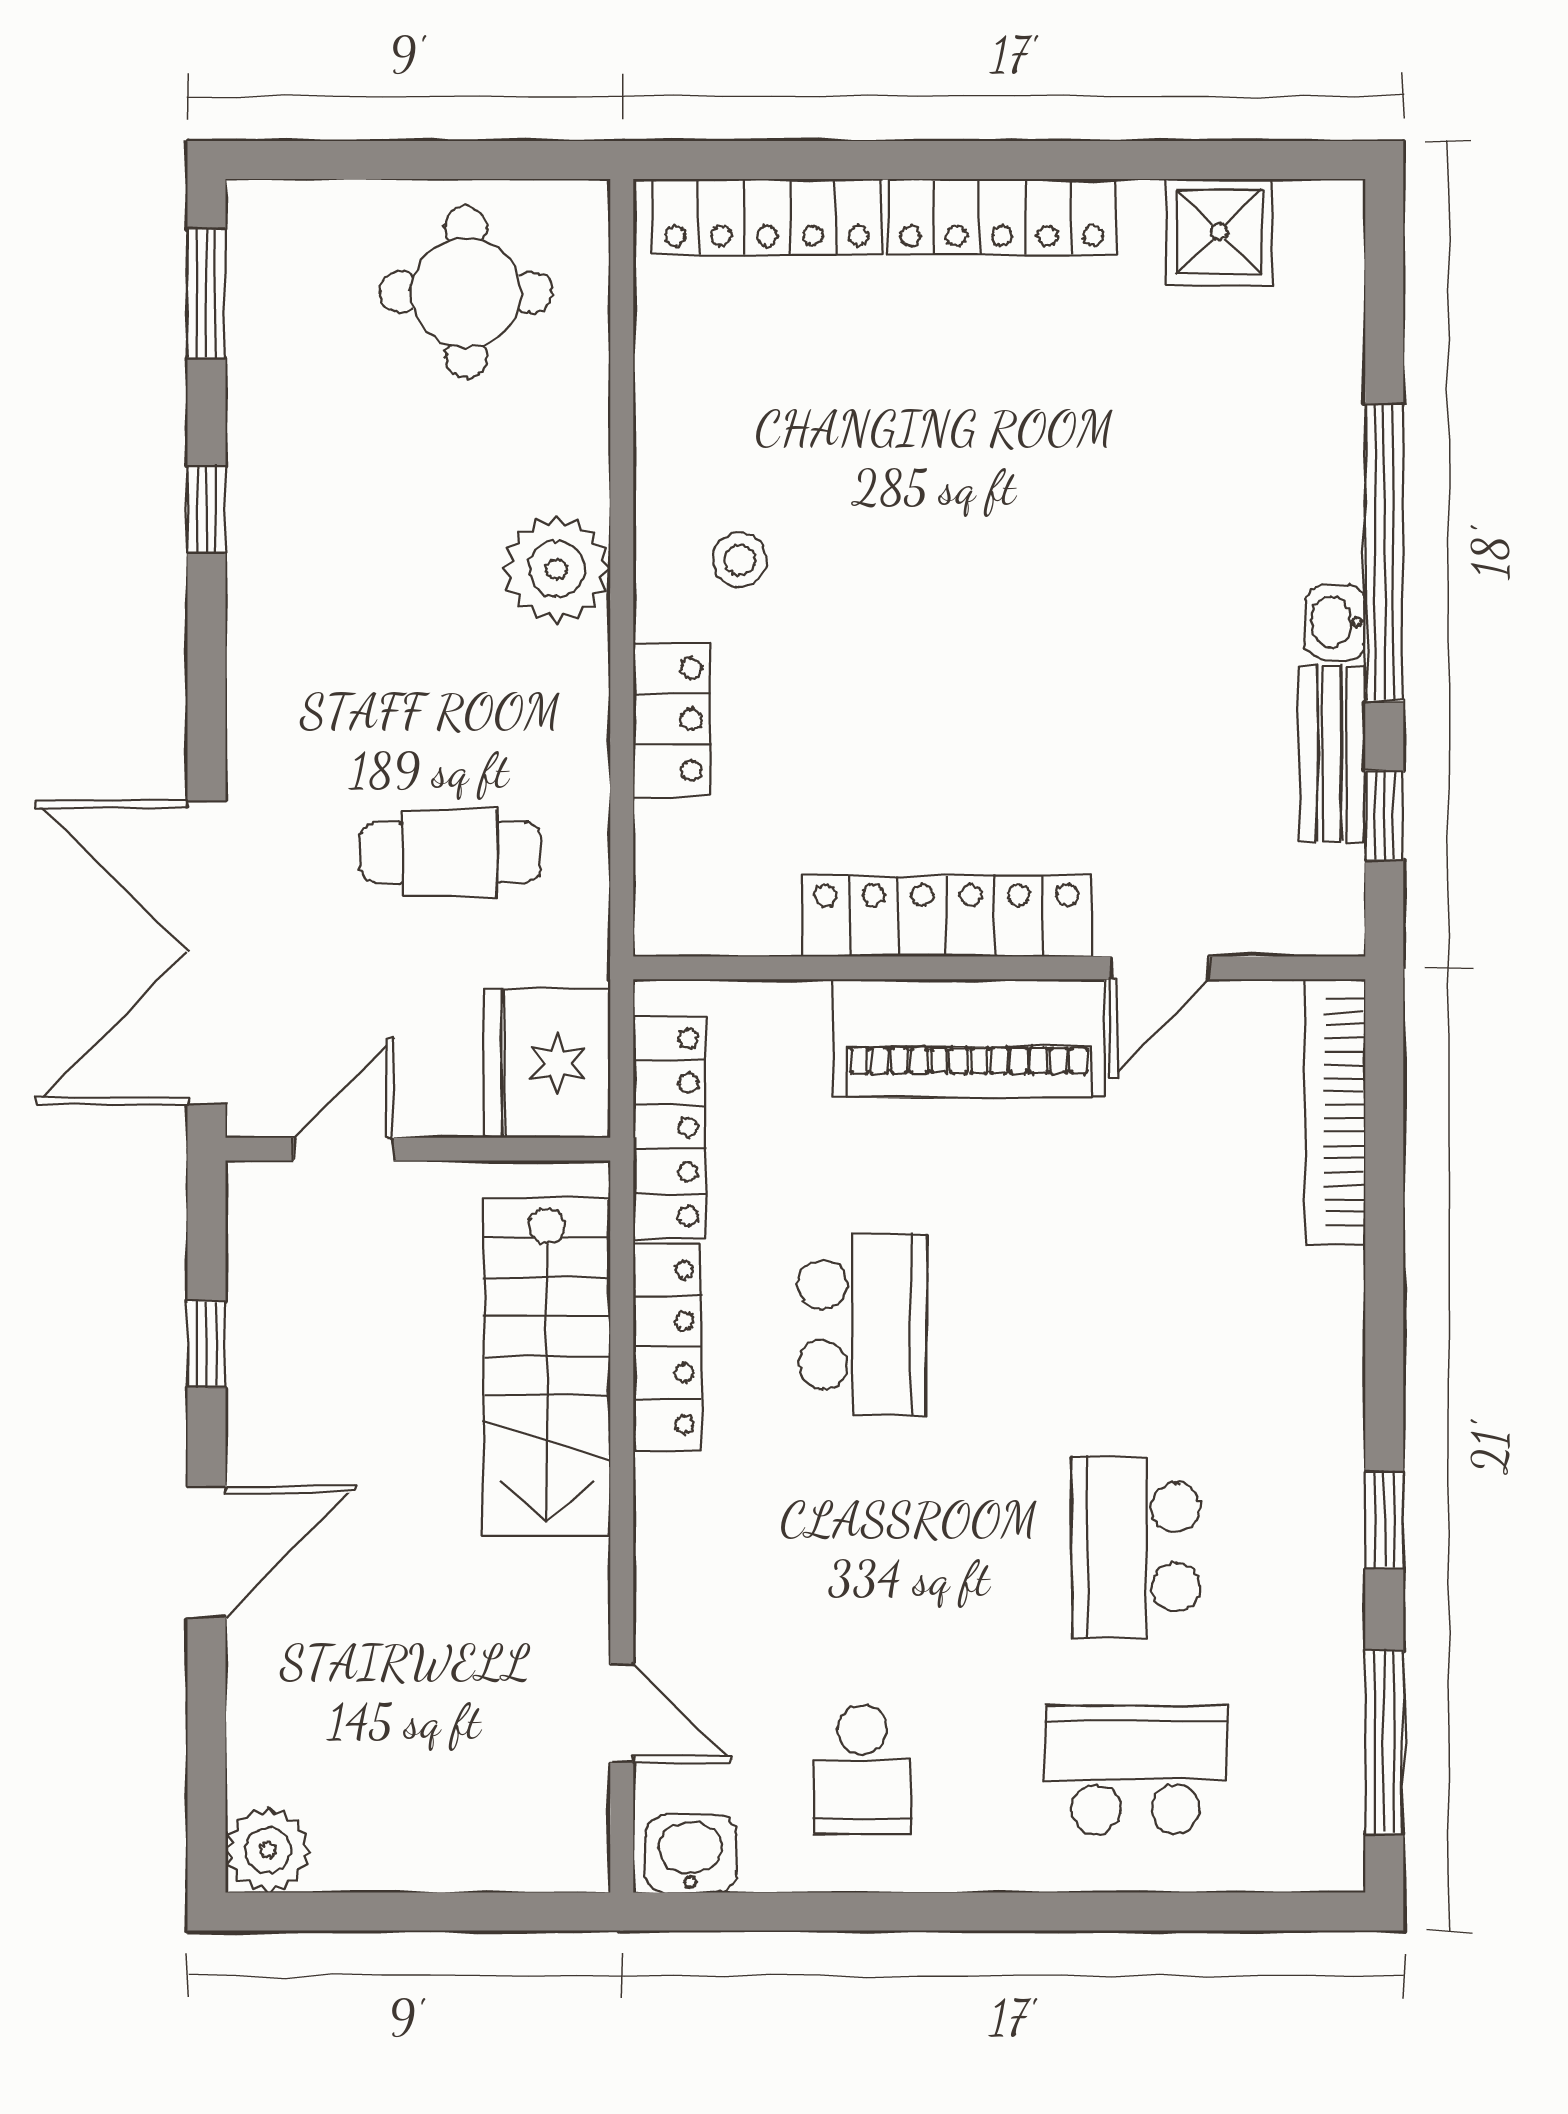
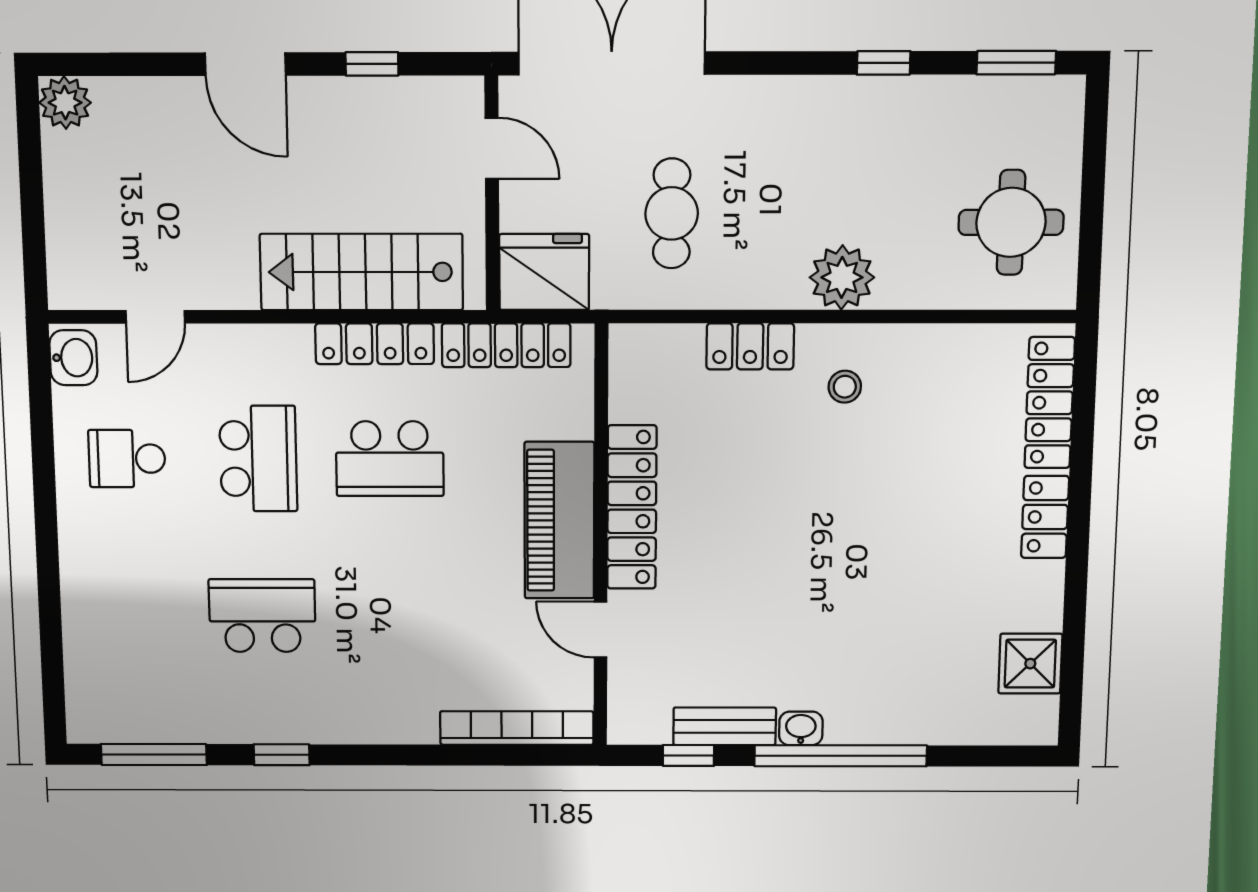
locker: (1002, 217) -> (1045, 517), width x0.66
school desk: (1136, 1770) -> (258, 459), moved

